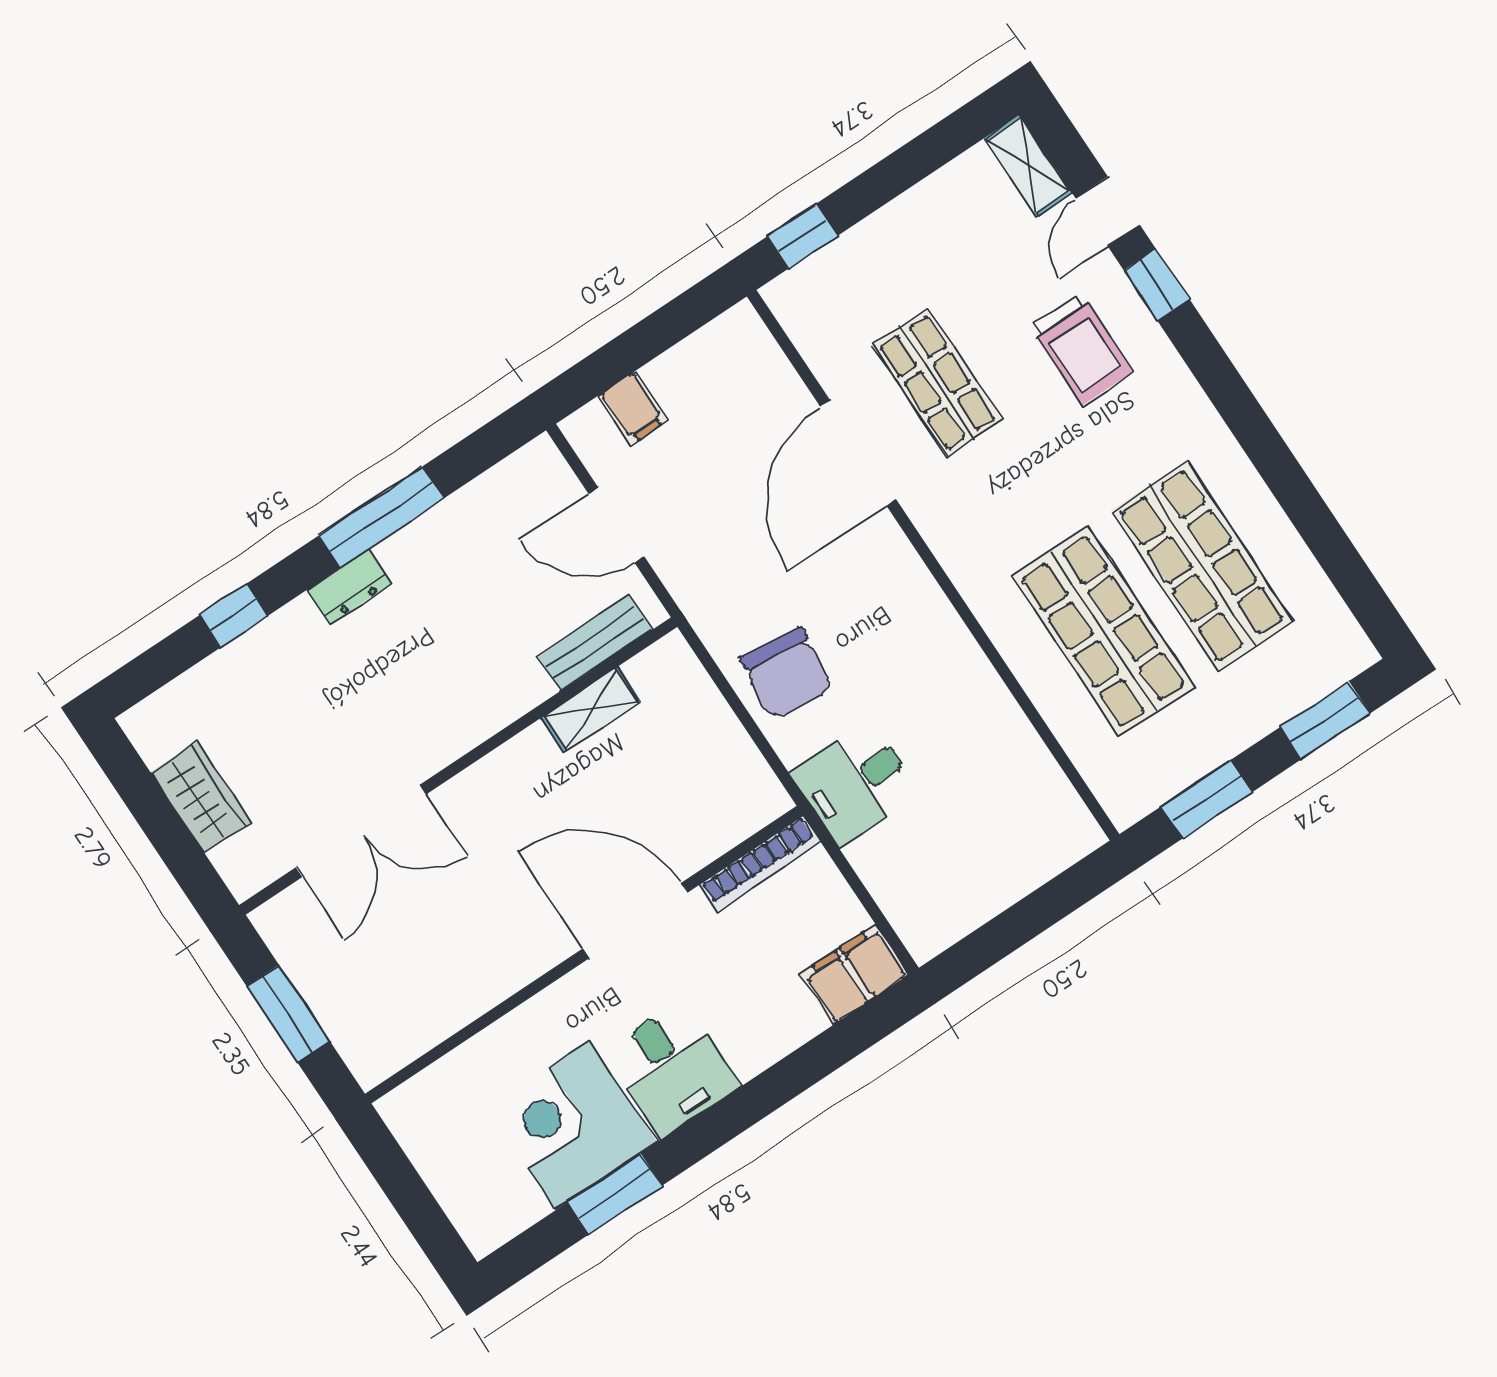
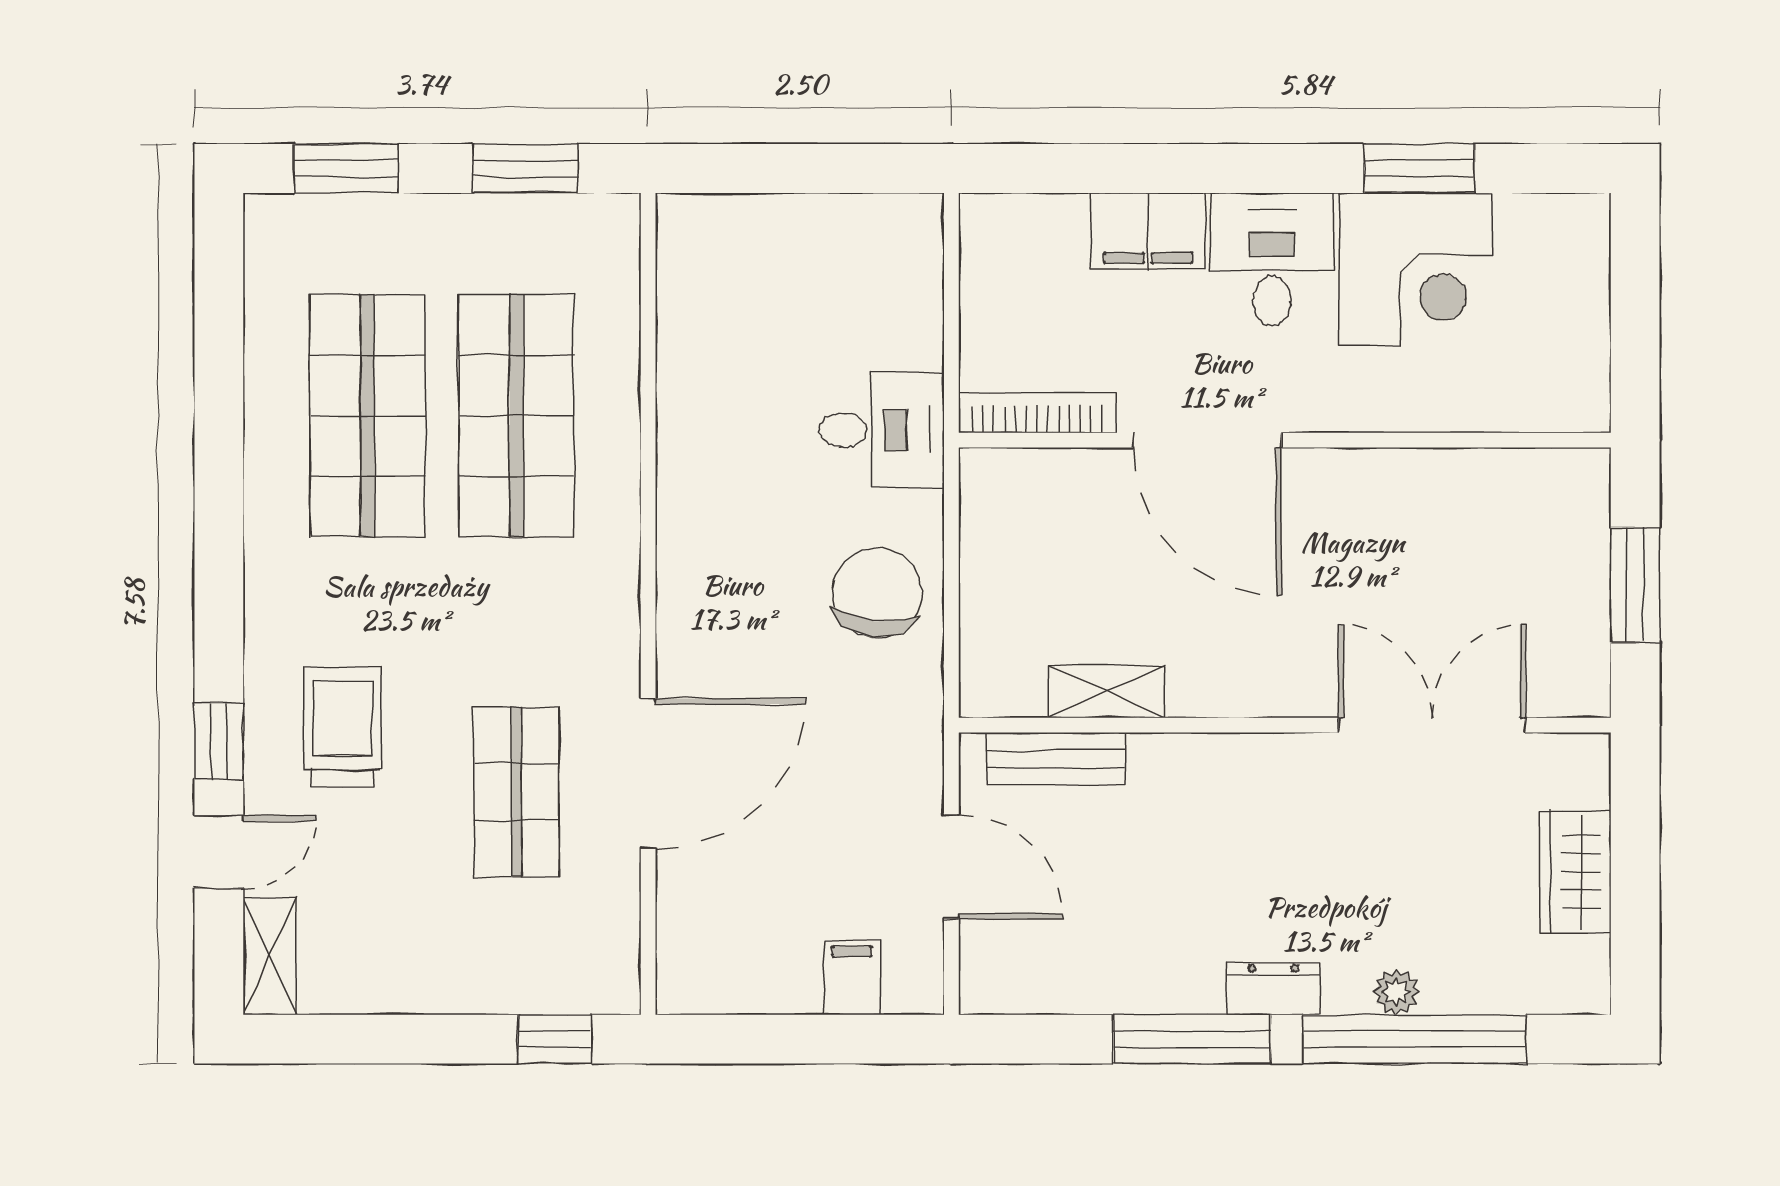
window: (233, 616) -> (1415, 1039), width x3.17
plant: (267, 639) -> (1396, 992), added
filing cabinet: (854, 974) -> (1148, 231), moved

